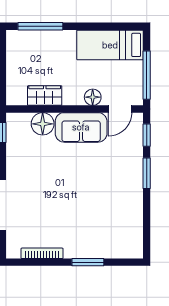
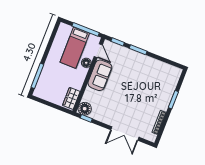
bed: (110, 45) -> (75, 48), moved
wardrobe: (45, 96) -> (71, 98), moved
floor lamp: (43, 124) -> (85, 109), moved

